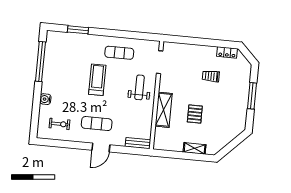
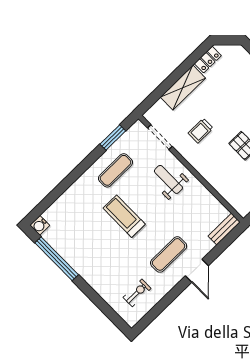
window: (78, 30) -> (113, 138), moved
trolley: (211, 76) -> (201, 131), moved
water cooler: (45, 99) -> (40, 225), moved
shelving: (164, 110) -> (183, 88), moved, turned 90

